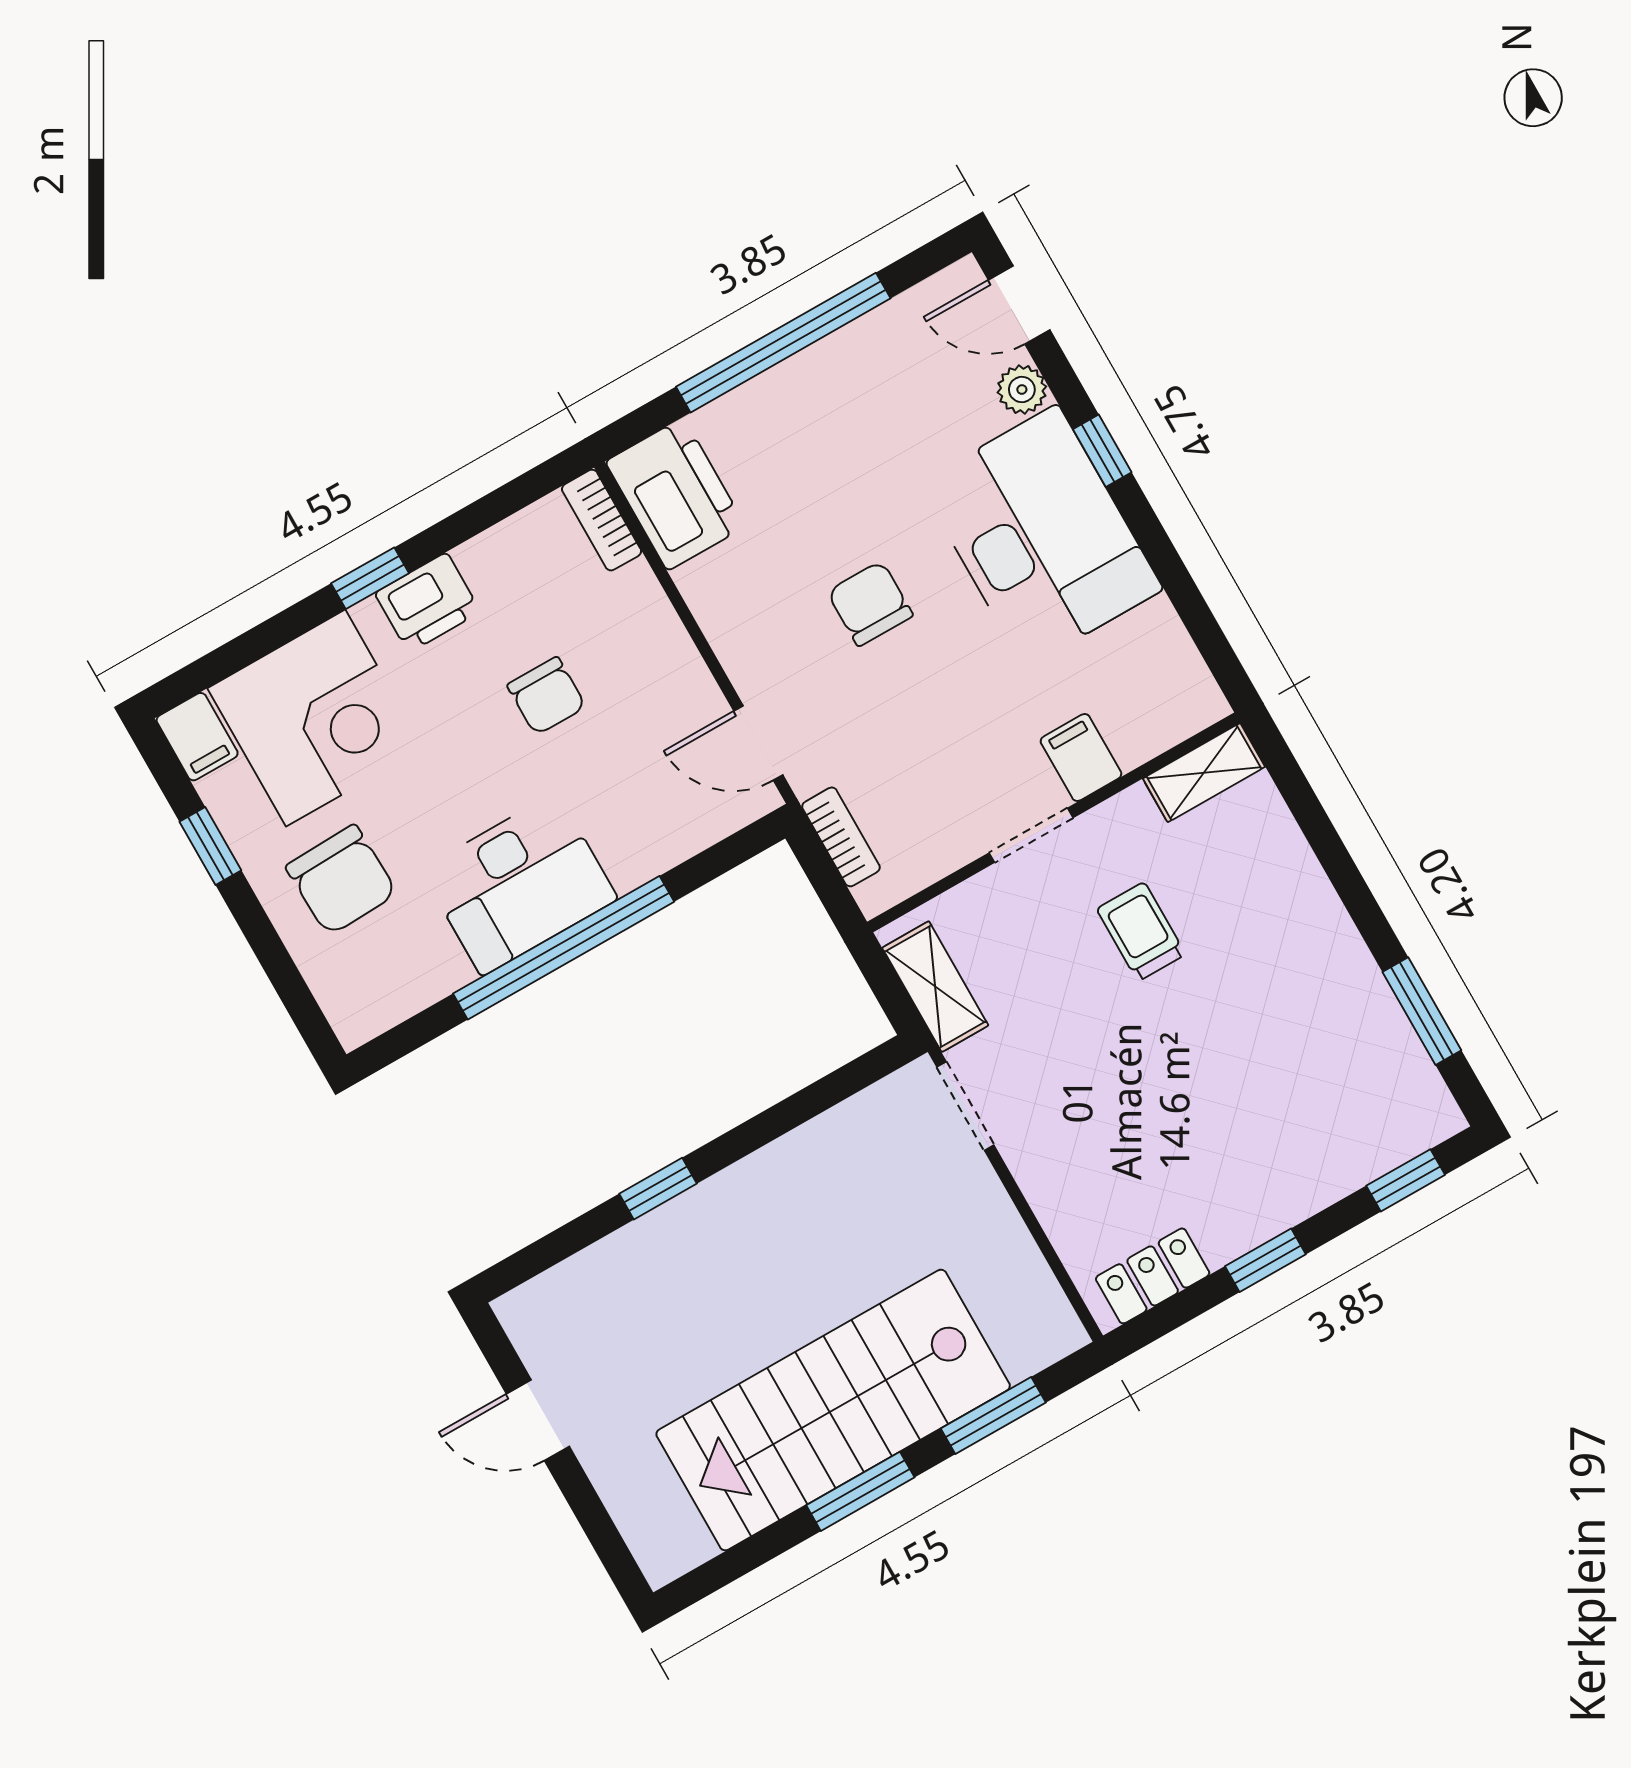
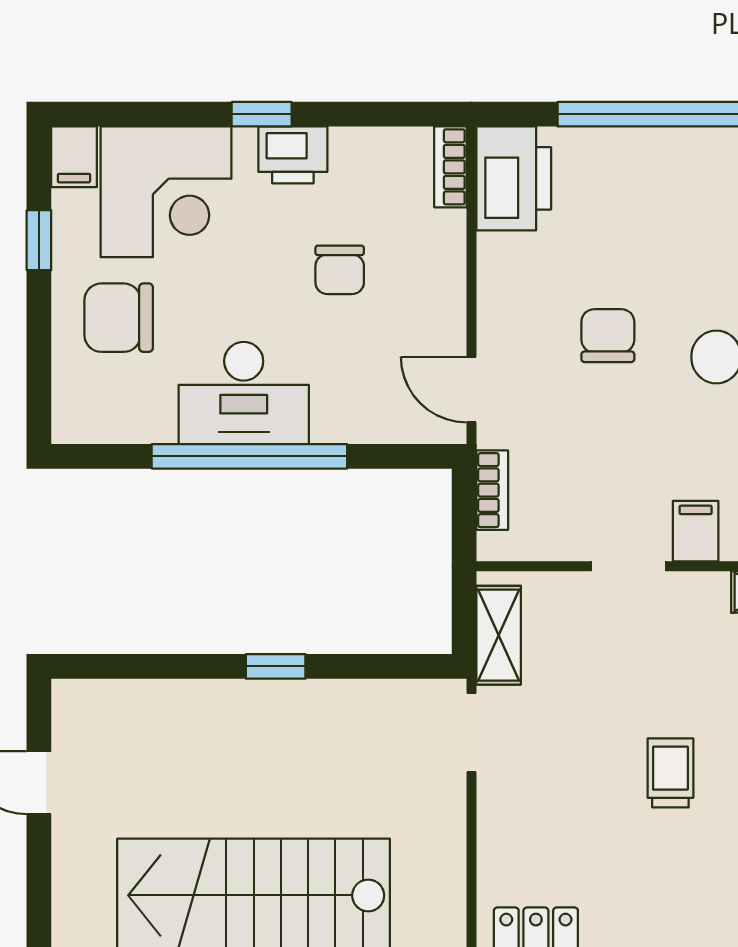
chair: (341, 880) -> (119, 318), turned 92
trolley: (1141, 932) -> (670, 773), moved
window: (658, 1189) -> (276, 666), moved

